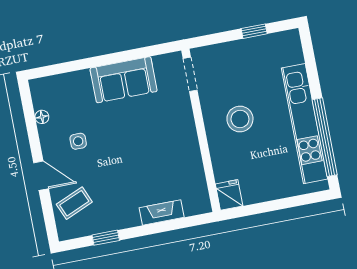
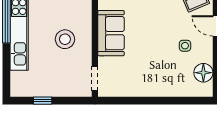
sofa: (124, 80) -> (111, 33), moved, turned 90
floor lamp: (42, 117) -> (203, 73), width x1.89, depth x1.89

